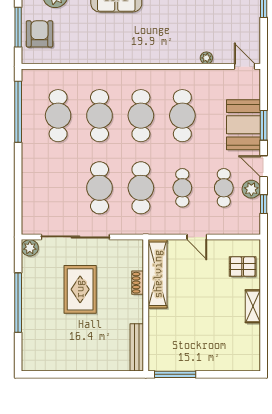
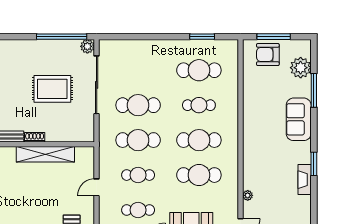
armchair: (39, 34) -> (268, 55), turned 180
window: (18, 112) -> (202, 37), width x0.47
cafe table: (99, 116) -> (199, 105), width x0.73, depth x0.74
shelving: (158, 274) -> (45, 154), moved
shoe rack: (138, 283) -> (35, 137), moved
window: (18, 303) -> (62, 37), moved

